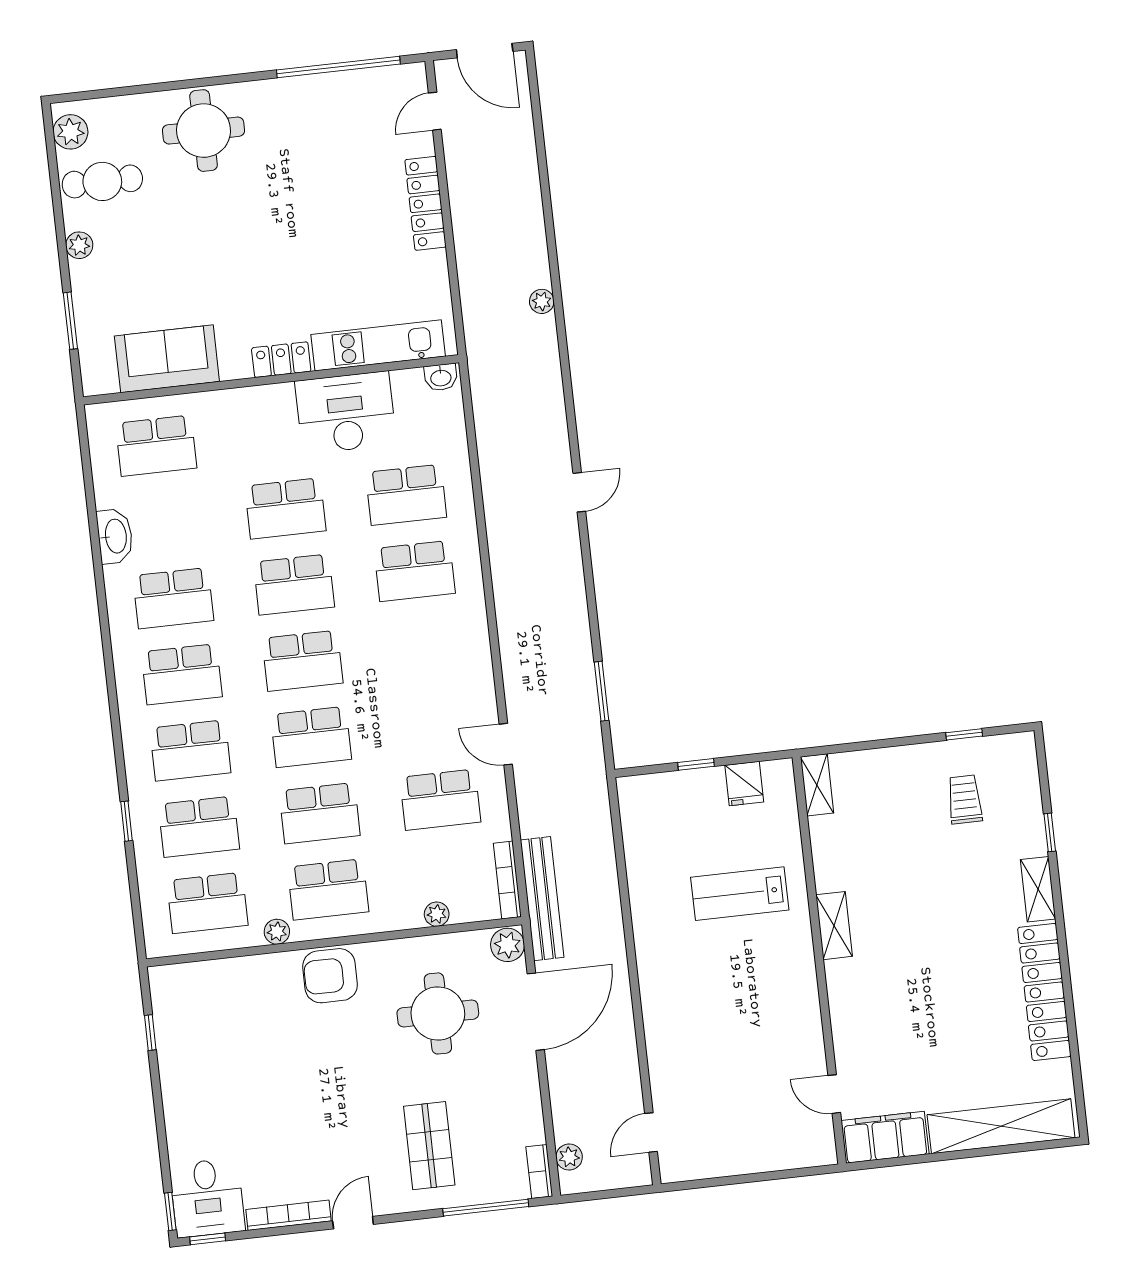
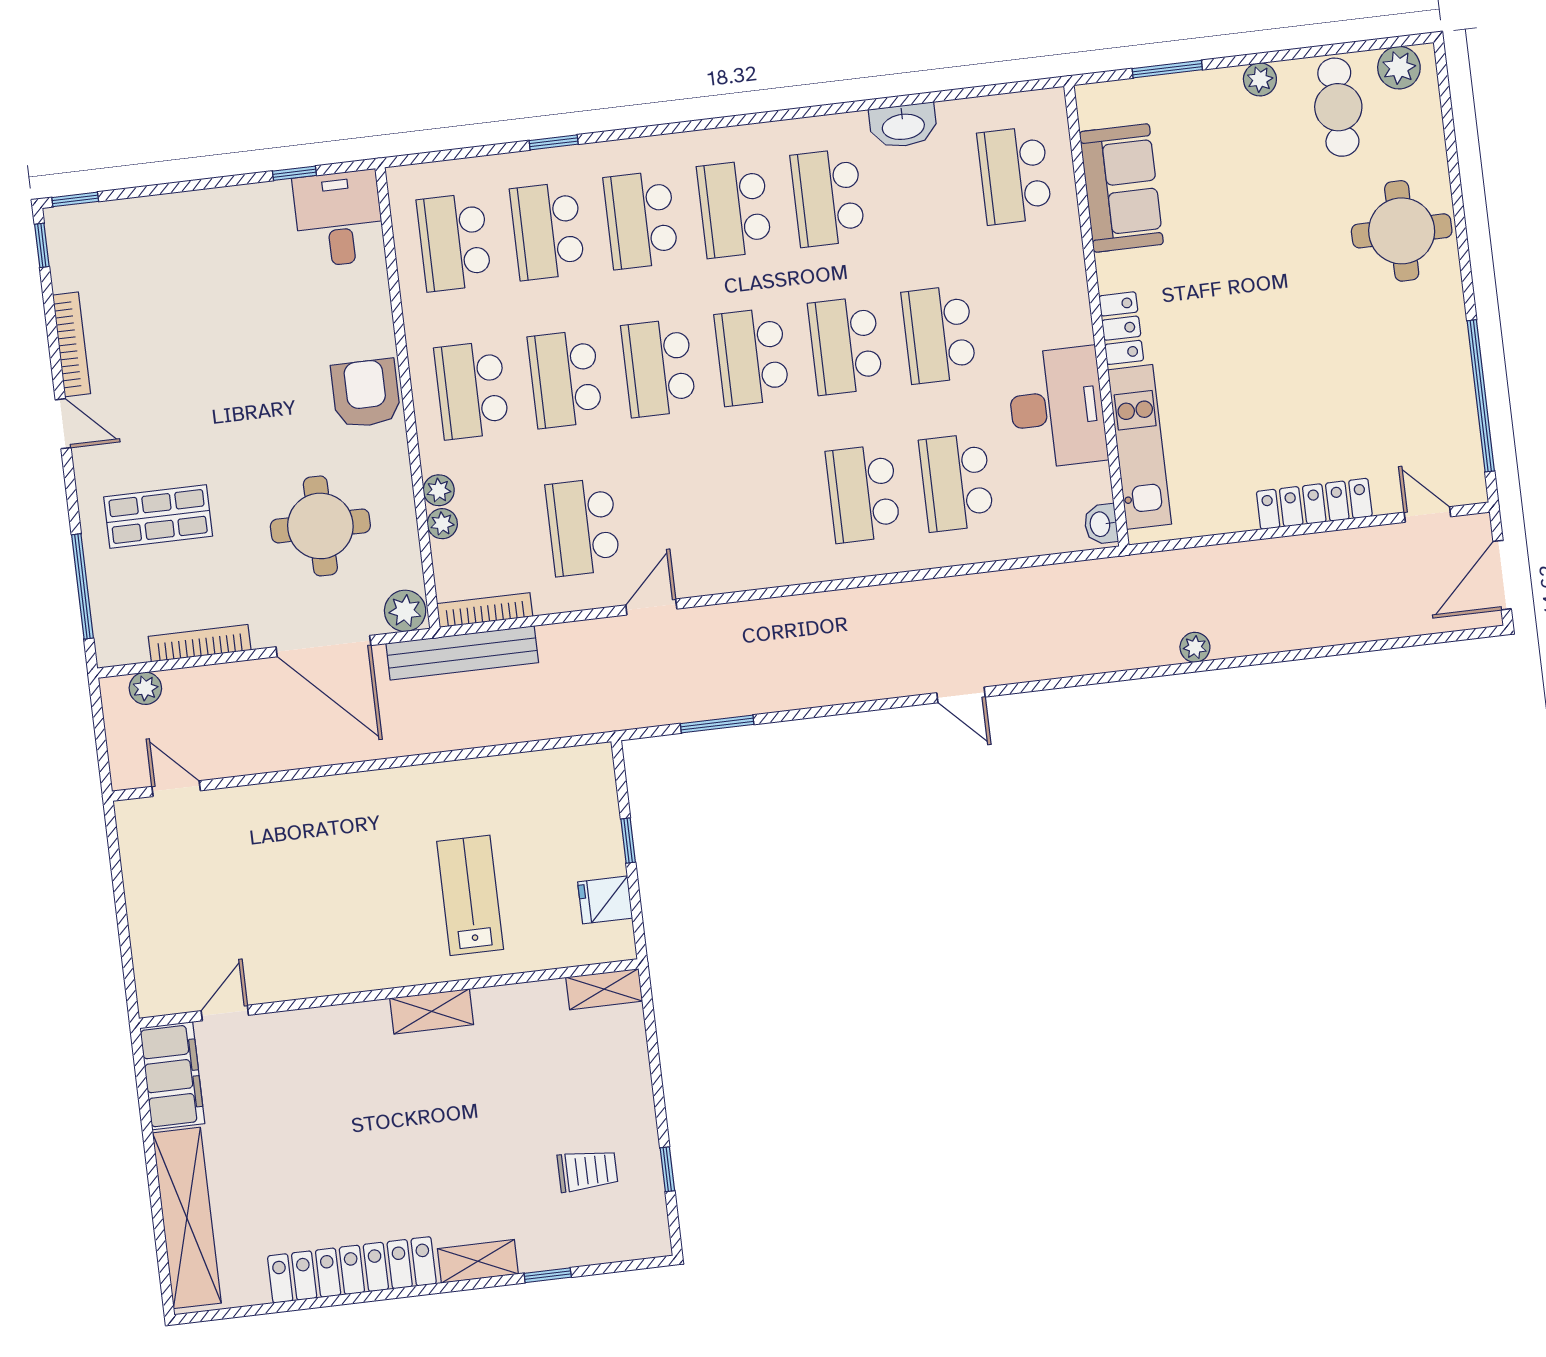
plant: (277, 932) -> (439, 490), moved
bookcase: (539, 1171) -> (200, 643), moved, width x1.56
desk: (207, 1198) -> (339, 219), moved, turned 90

